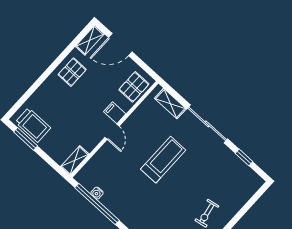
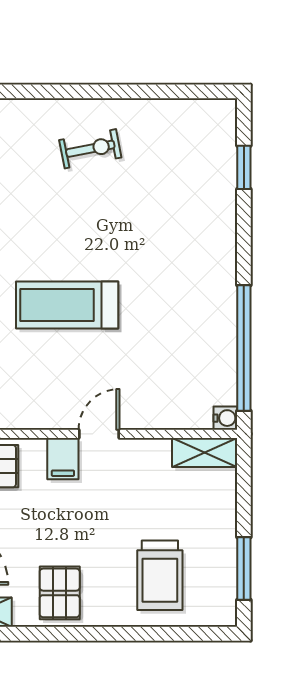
pallet: (72, 72) -> (60, 593), turned 90
trolley: (33, 125) -> (160, 575), moved, turned 180
water cooler: (97, 193) -> (225, 418), moved

